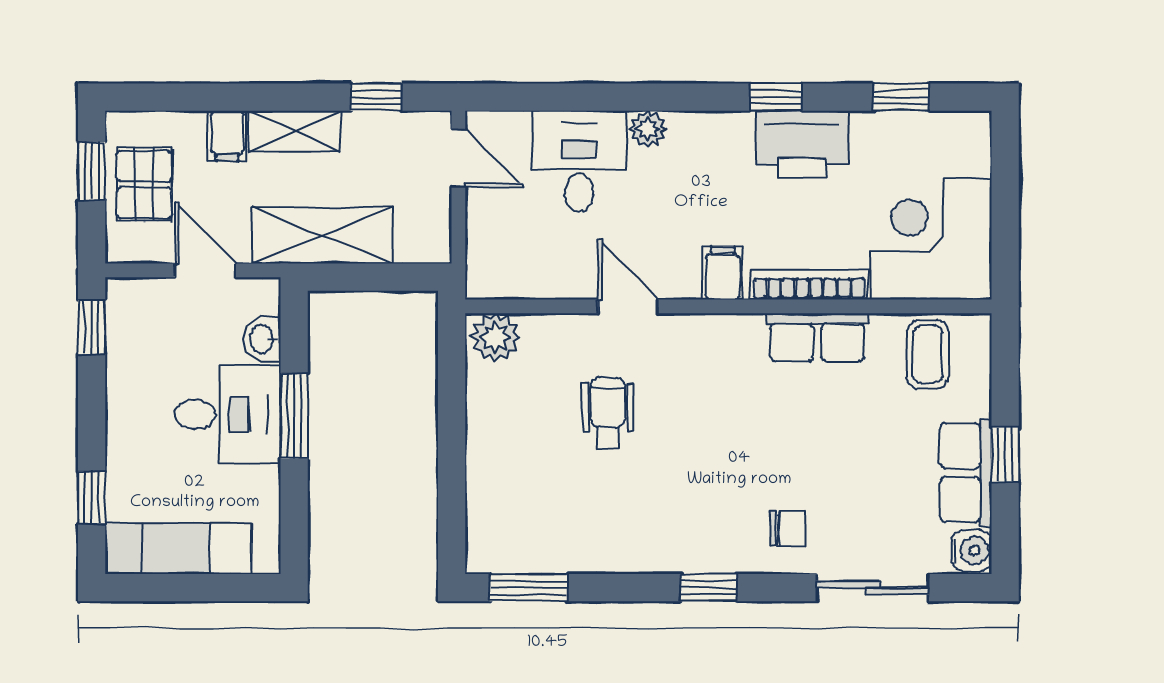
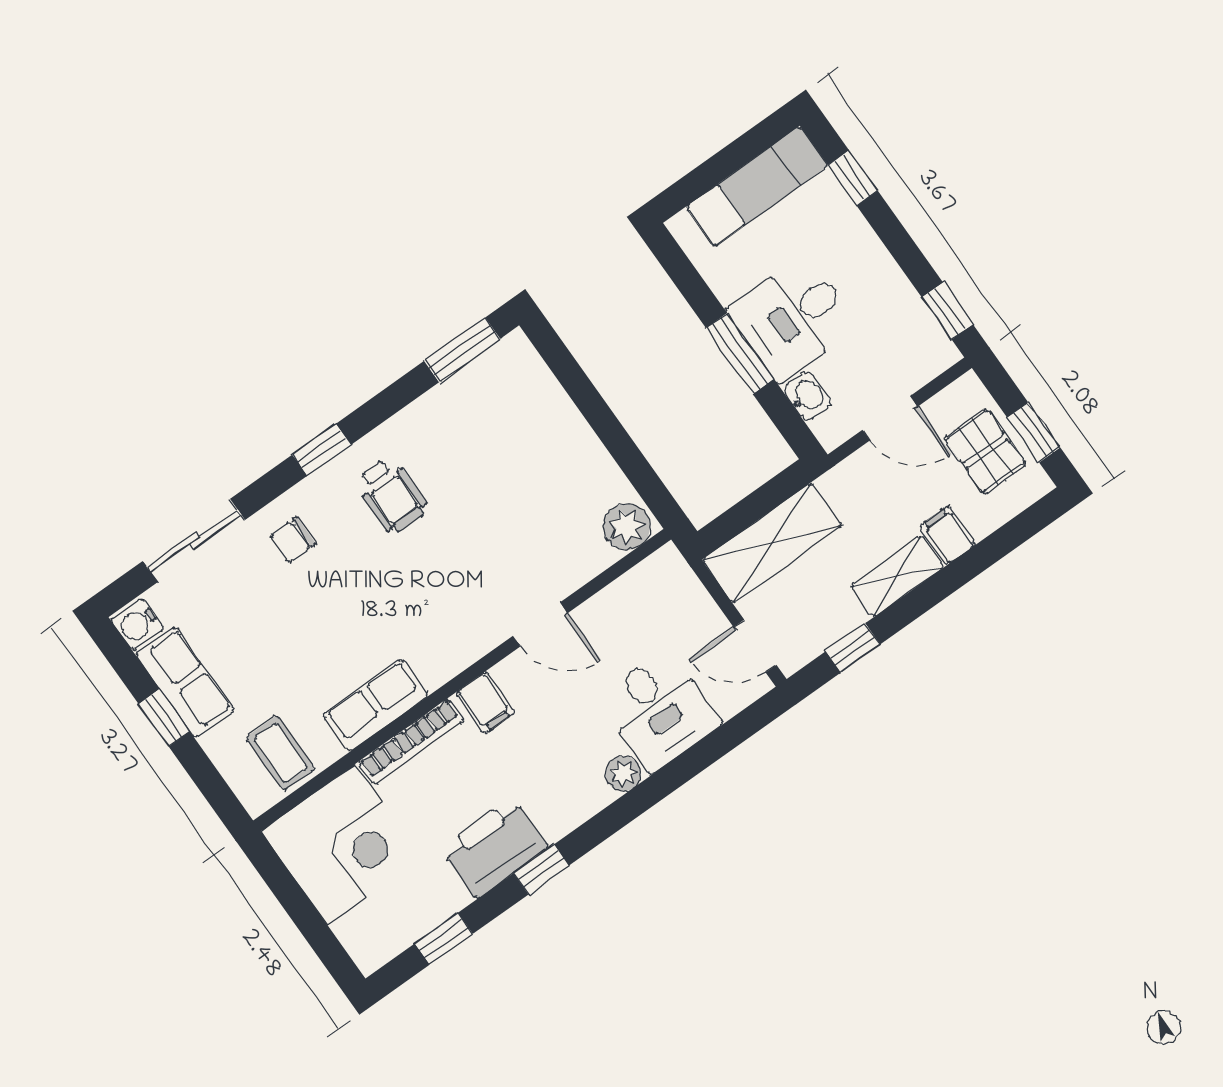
shelving: (322, 235) -> (772, 543), moved
wheelchair: (608, 413) -> (391, 495), moved

